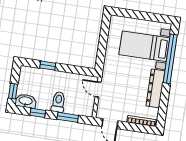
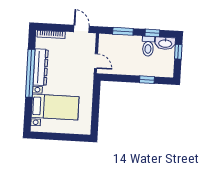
window: (170, 59) -> (30, 73), moved
toilet: (58, 102) -> (148, 46), moved

